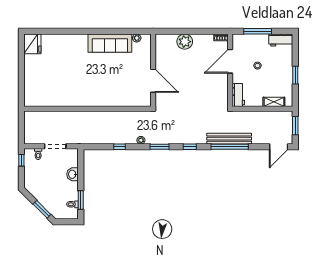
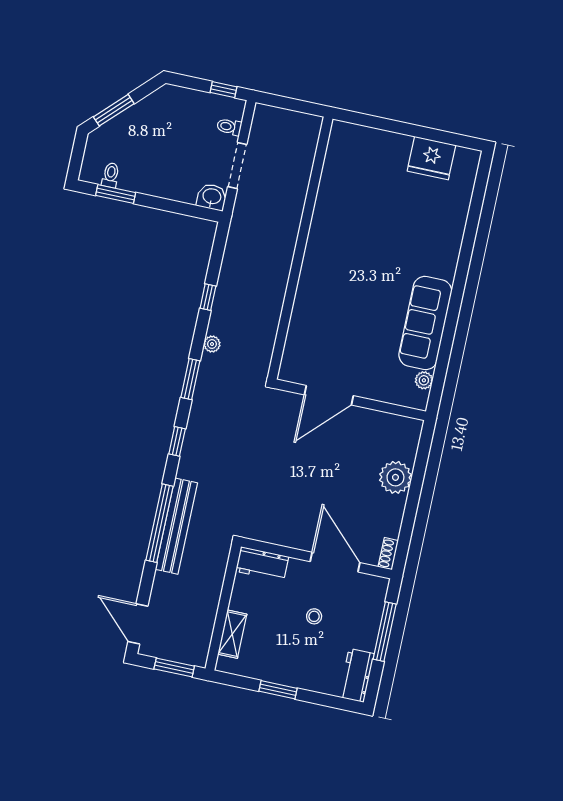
fridge: (32, 44) -> (431, 158), moved
washbasin: (72, 174) -> (212, 197), moved

